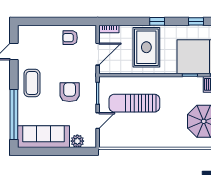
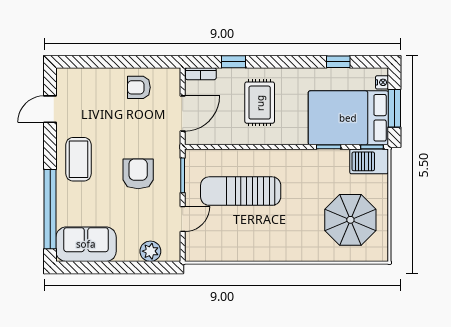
window: (157, 21) -> (233, 62), moved
rug: (146, 47) -> (260, 103), width x0.73, depth x0.70
sofa: (44, 137) -> (86, 244), width x0.73

